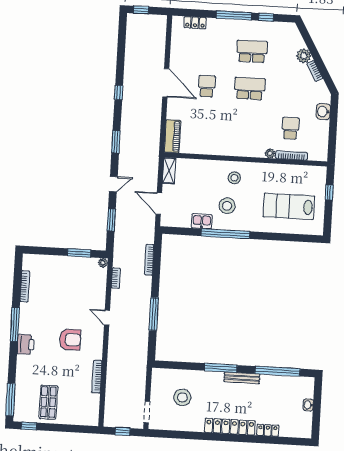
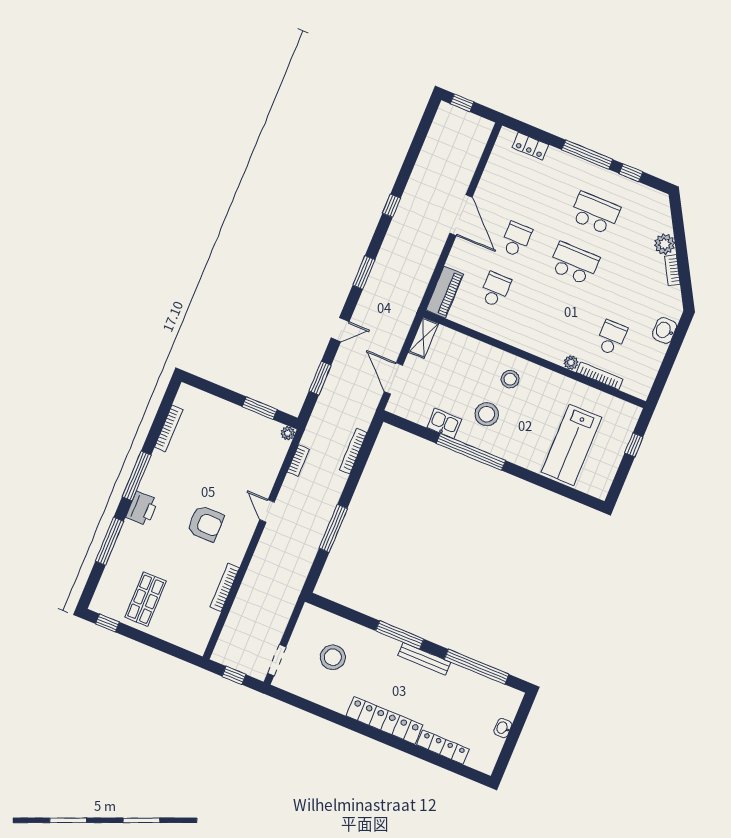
school desk: (205, 123) -> (495, 290), added
lab bench: (289, 206) -> (572, 445), turned -90
window: (10, 400) -> (110, 541), moved
locker: (268, 430) -> (443, 747), width x1.53

